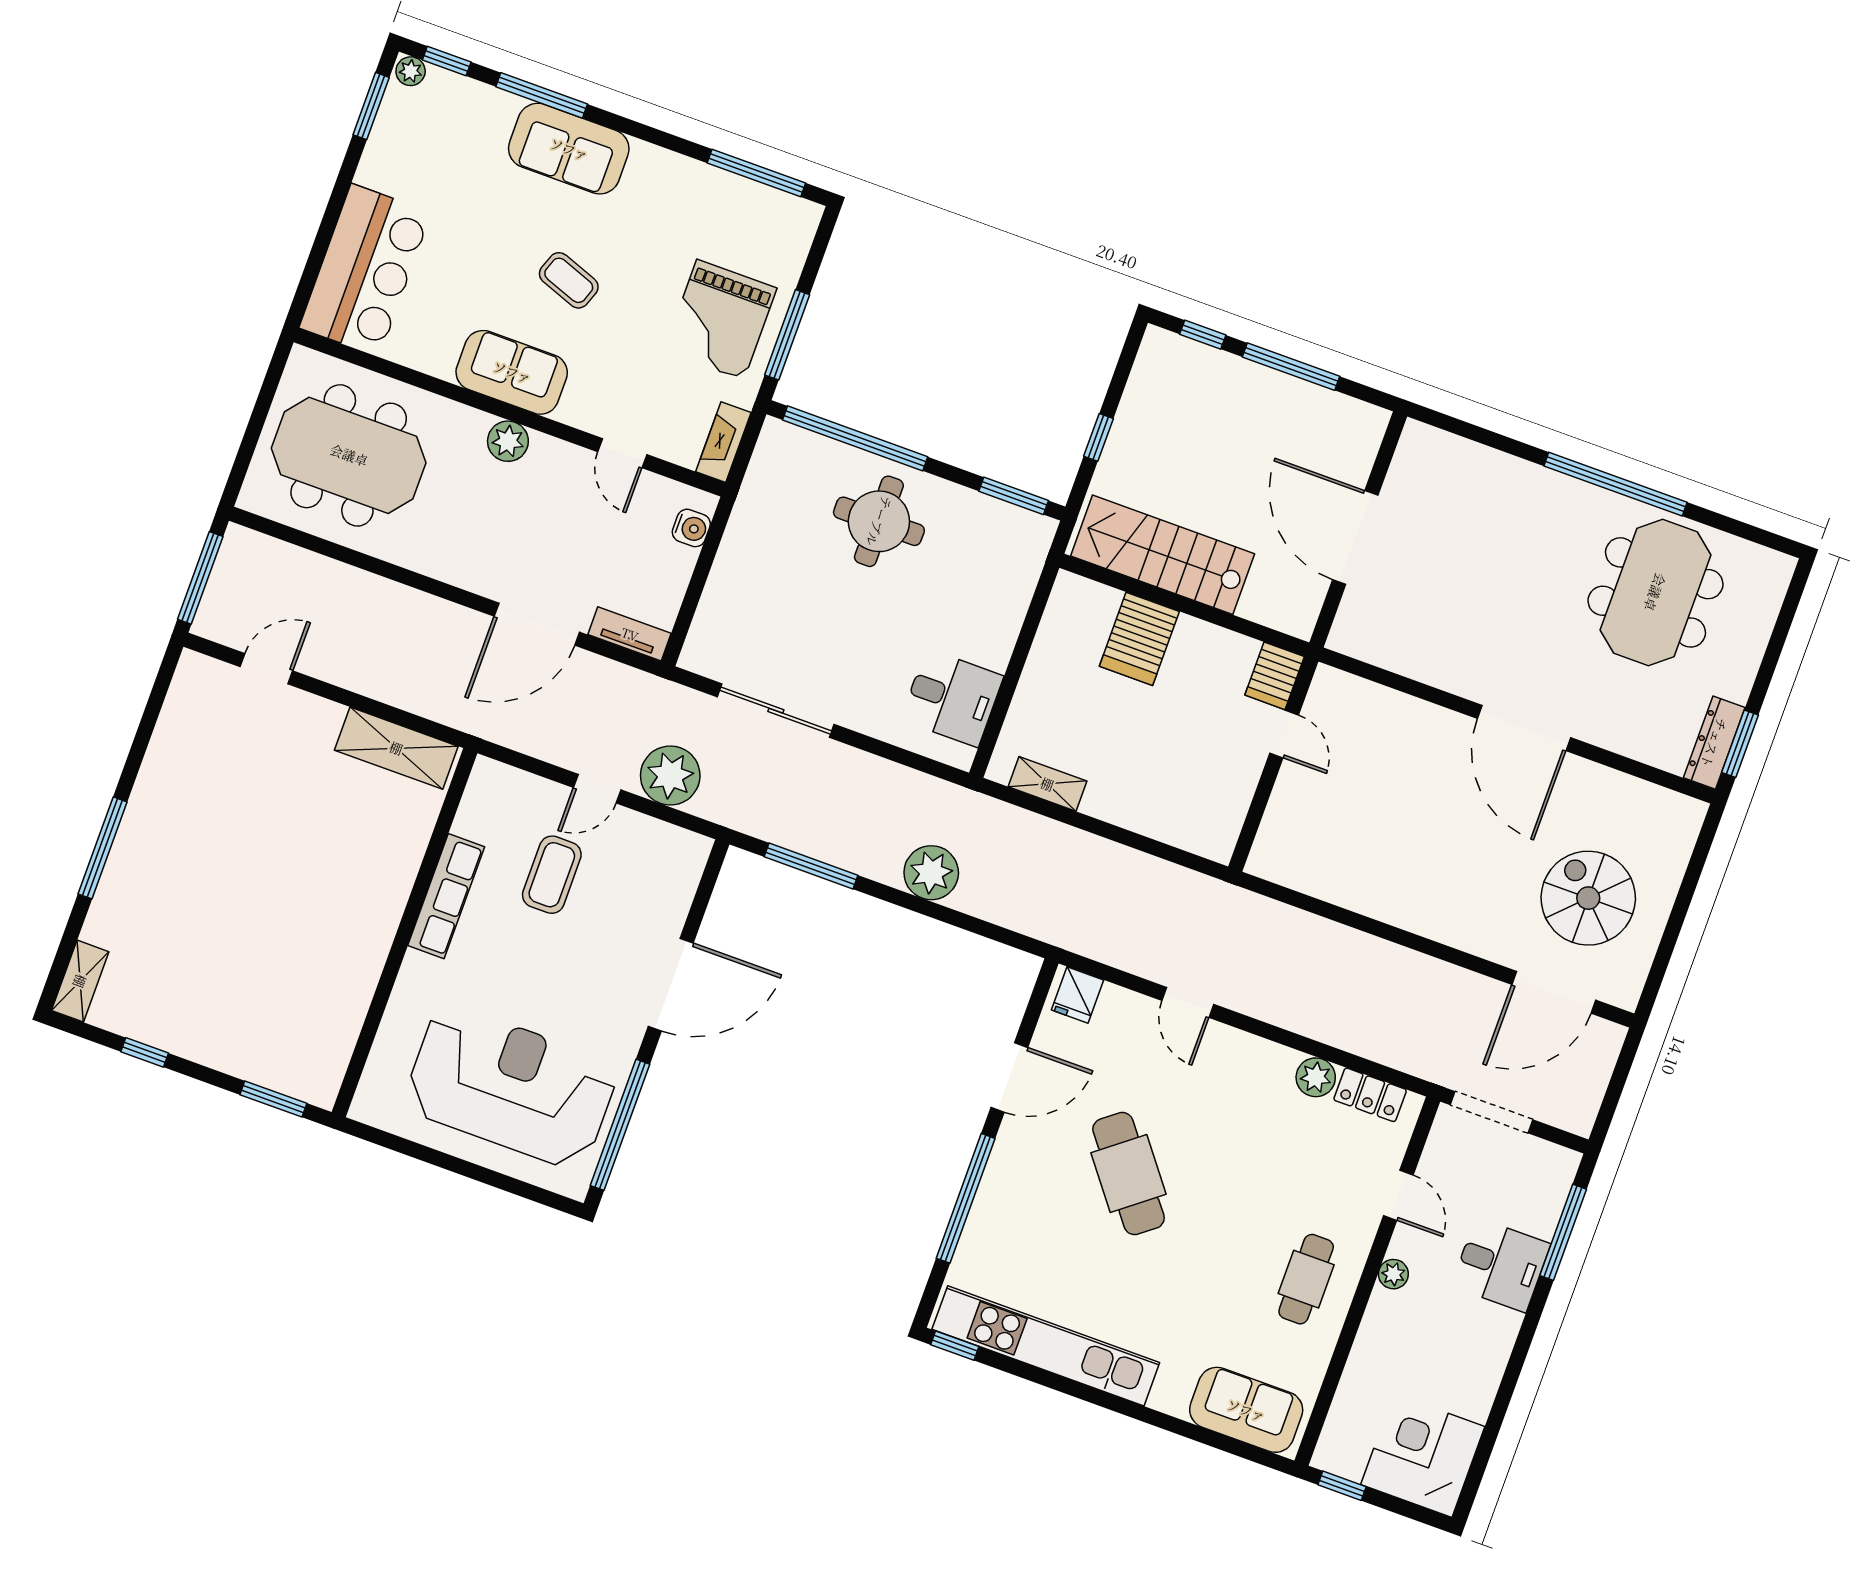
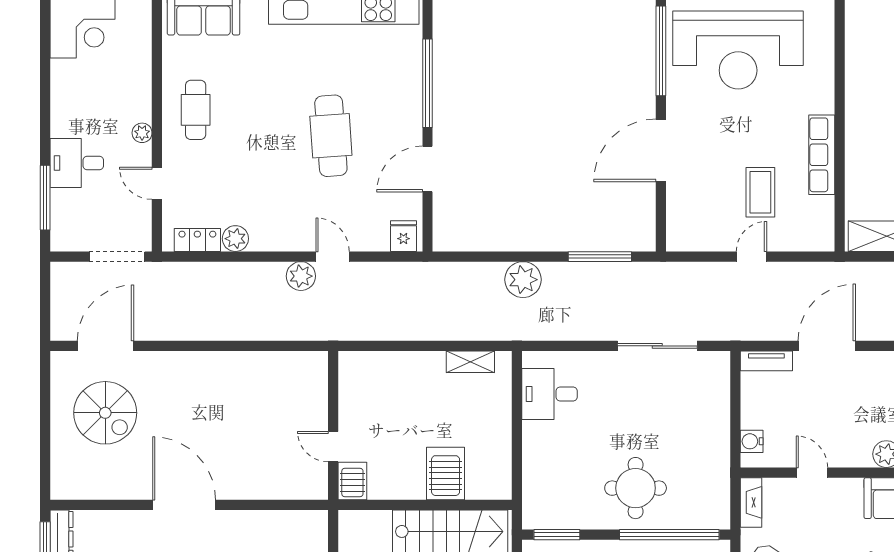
plant: (670, 776) -> (301, 276), moved, width x0.73, depth x0.73
cafe table: (1129, 1174) -> (331, 136), turned 34

